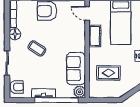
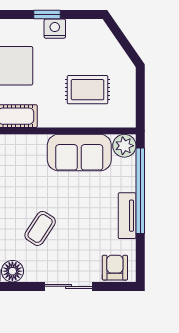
rug: (108, 73) -> (88, 90), turned 90

